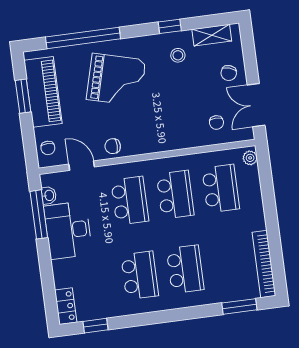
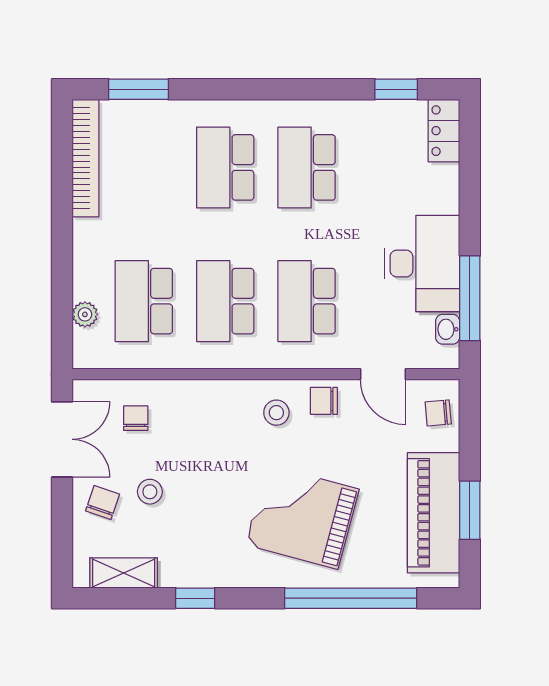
stool: (178, 55) -> (150, 492), moved
stool: (138, 136) -> (276, 413), added
chair: (113, 146) -> (324, 401), turned 180
chair: (48, 148) -> (438, 413), turned -95
plant: (250, 158) -> (85, 314), moved

